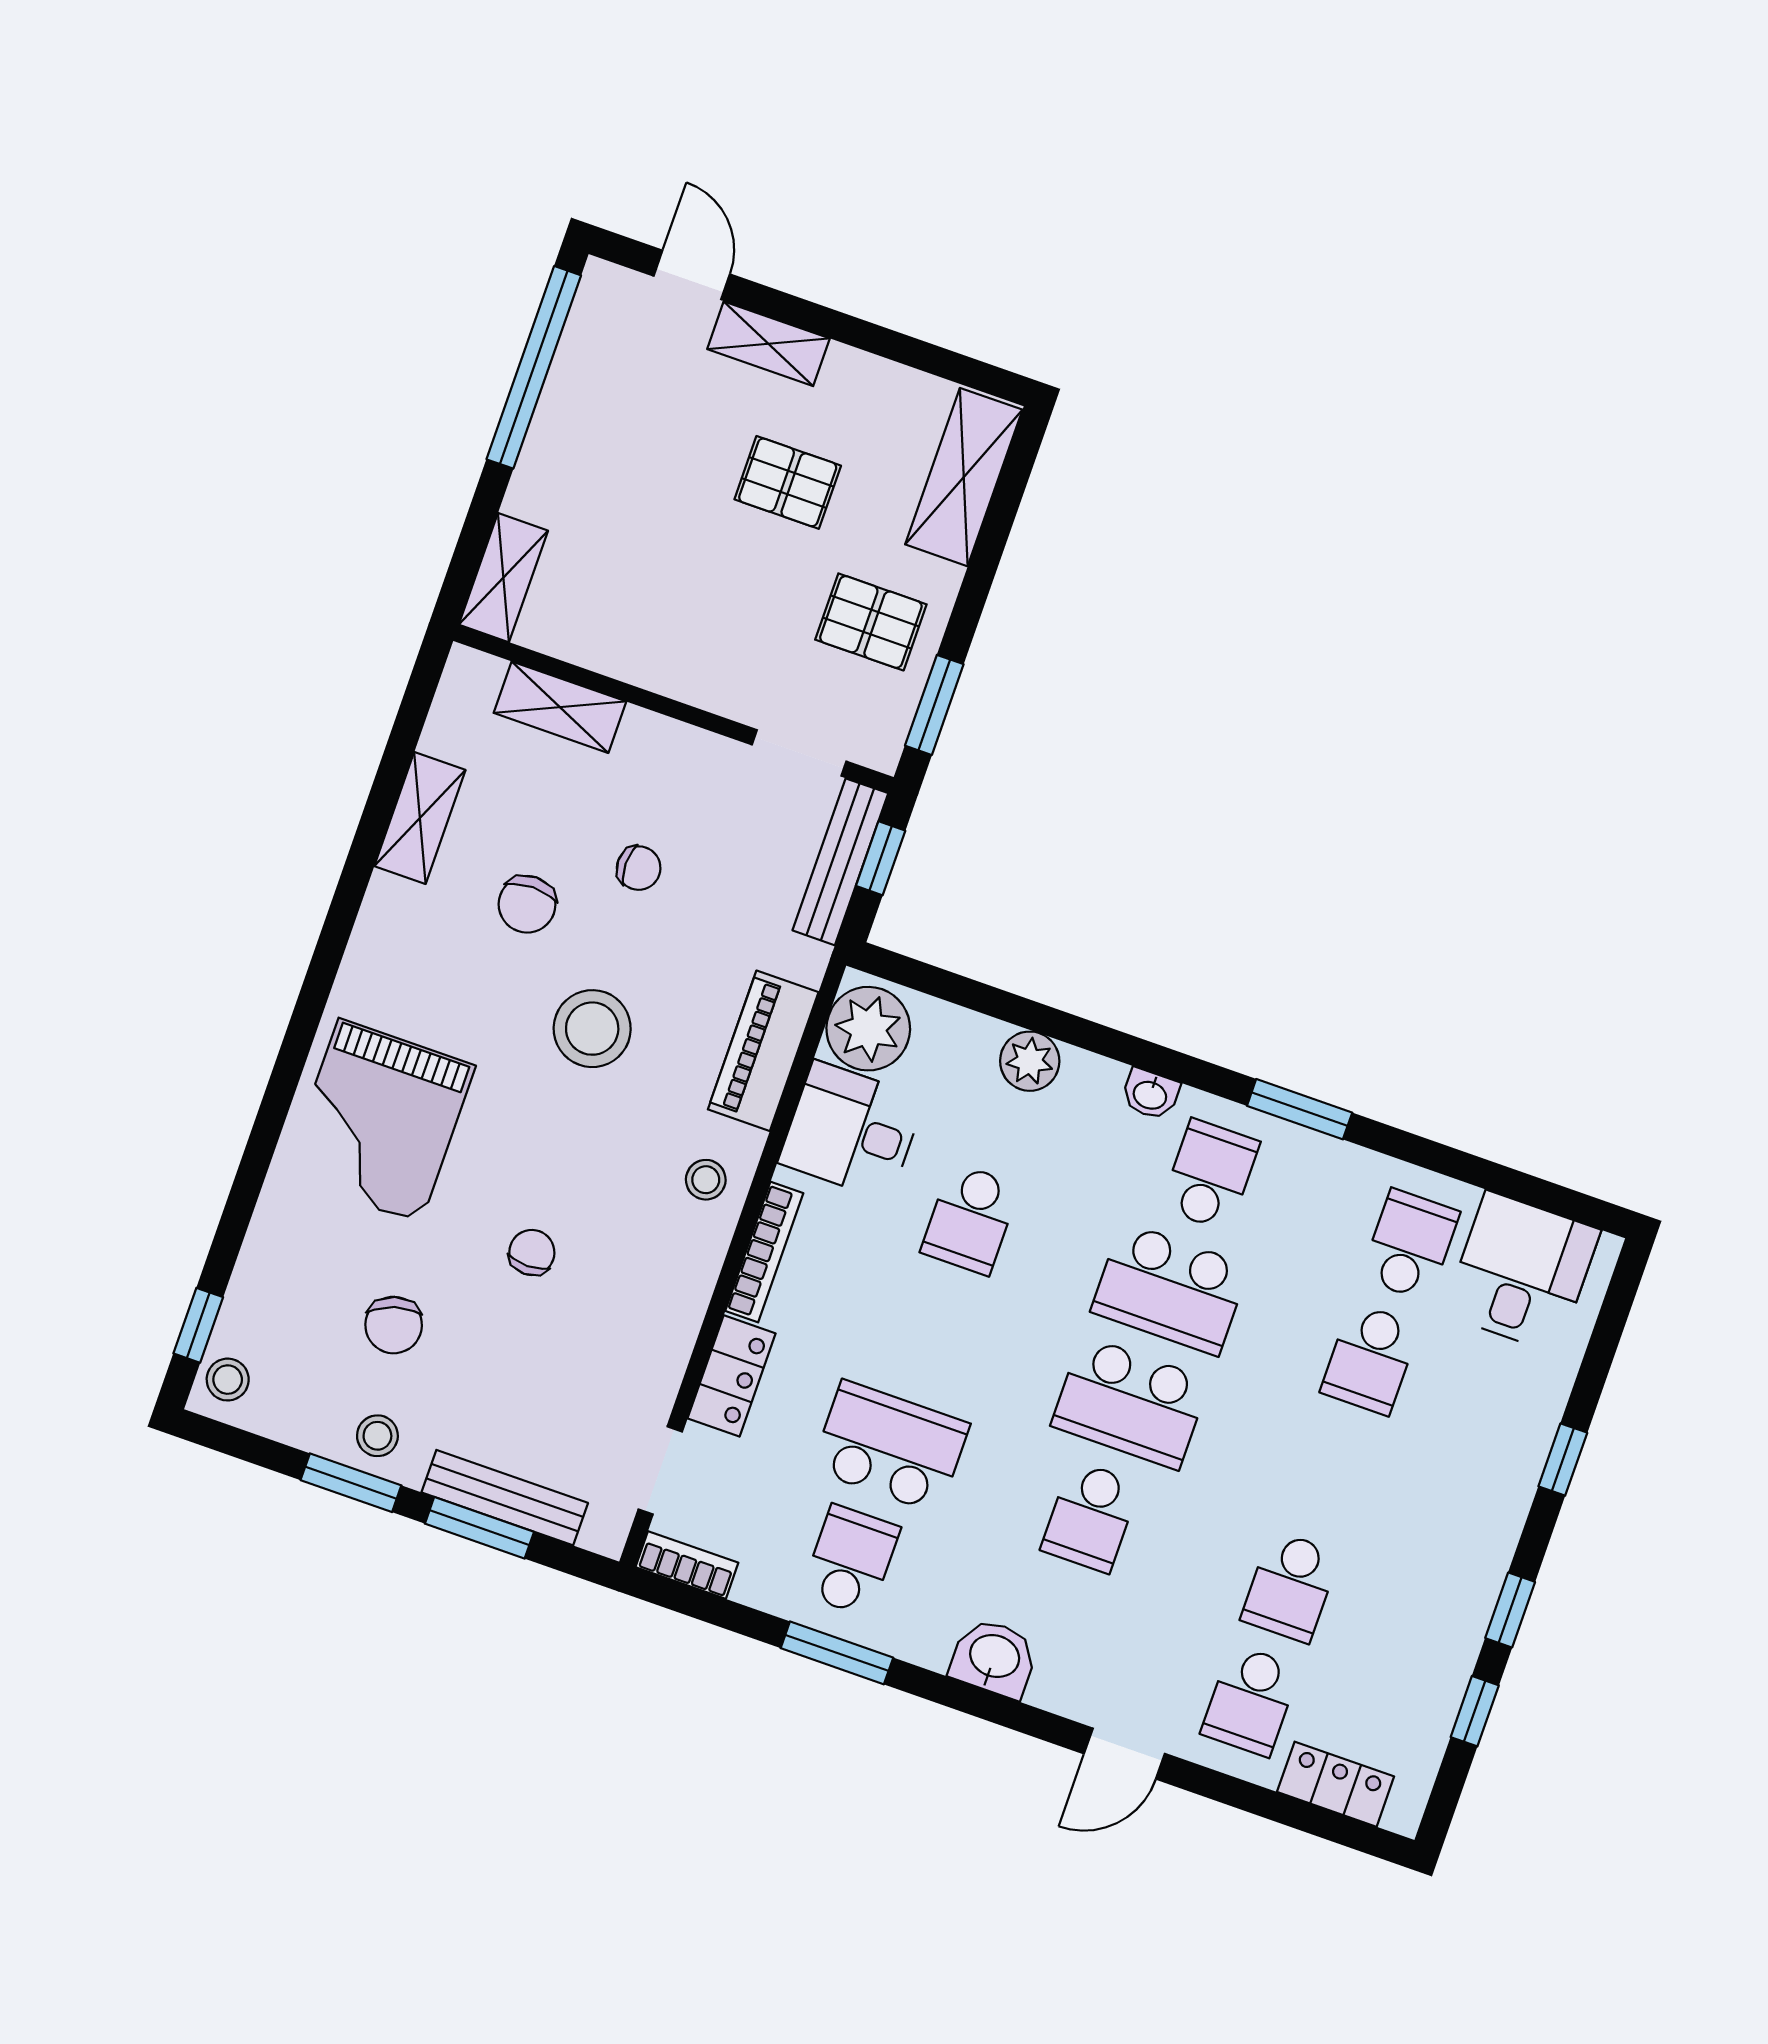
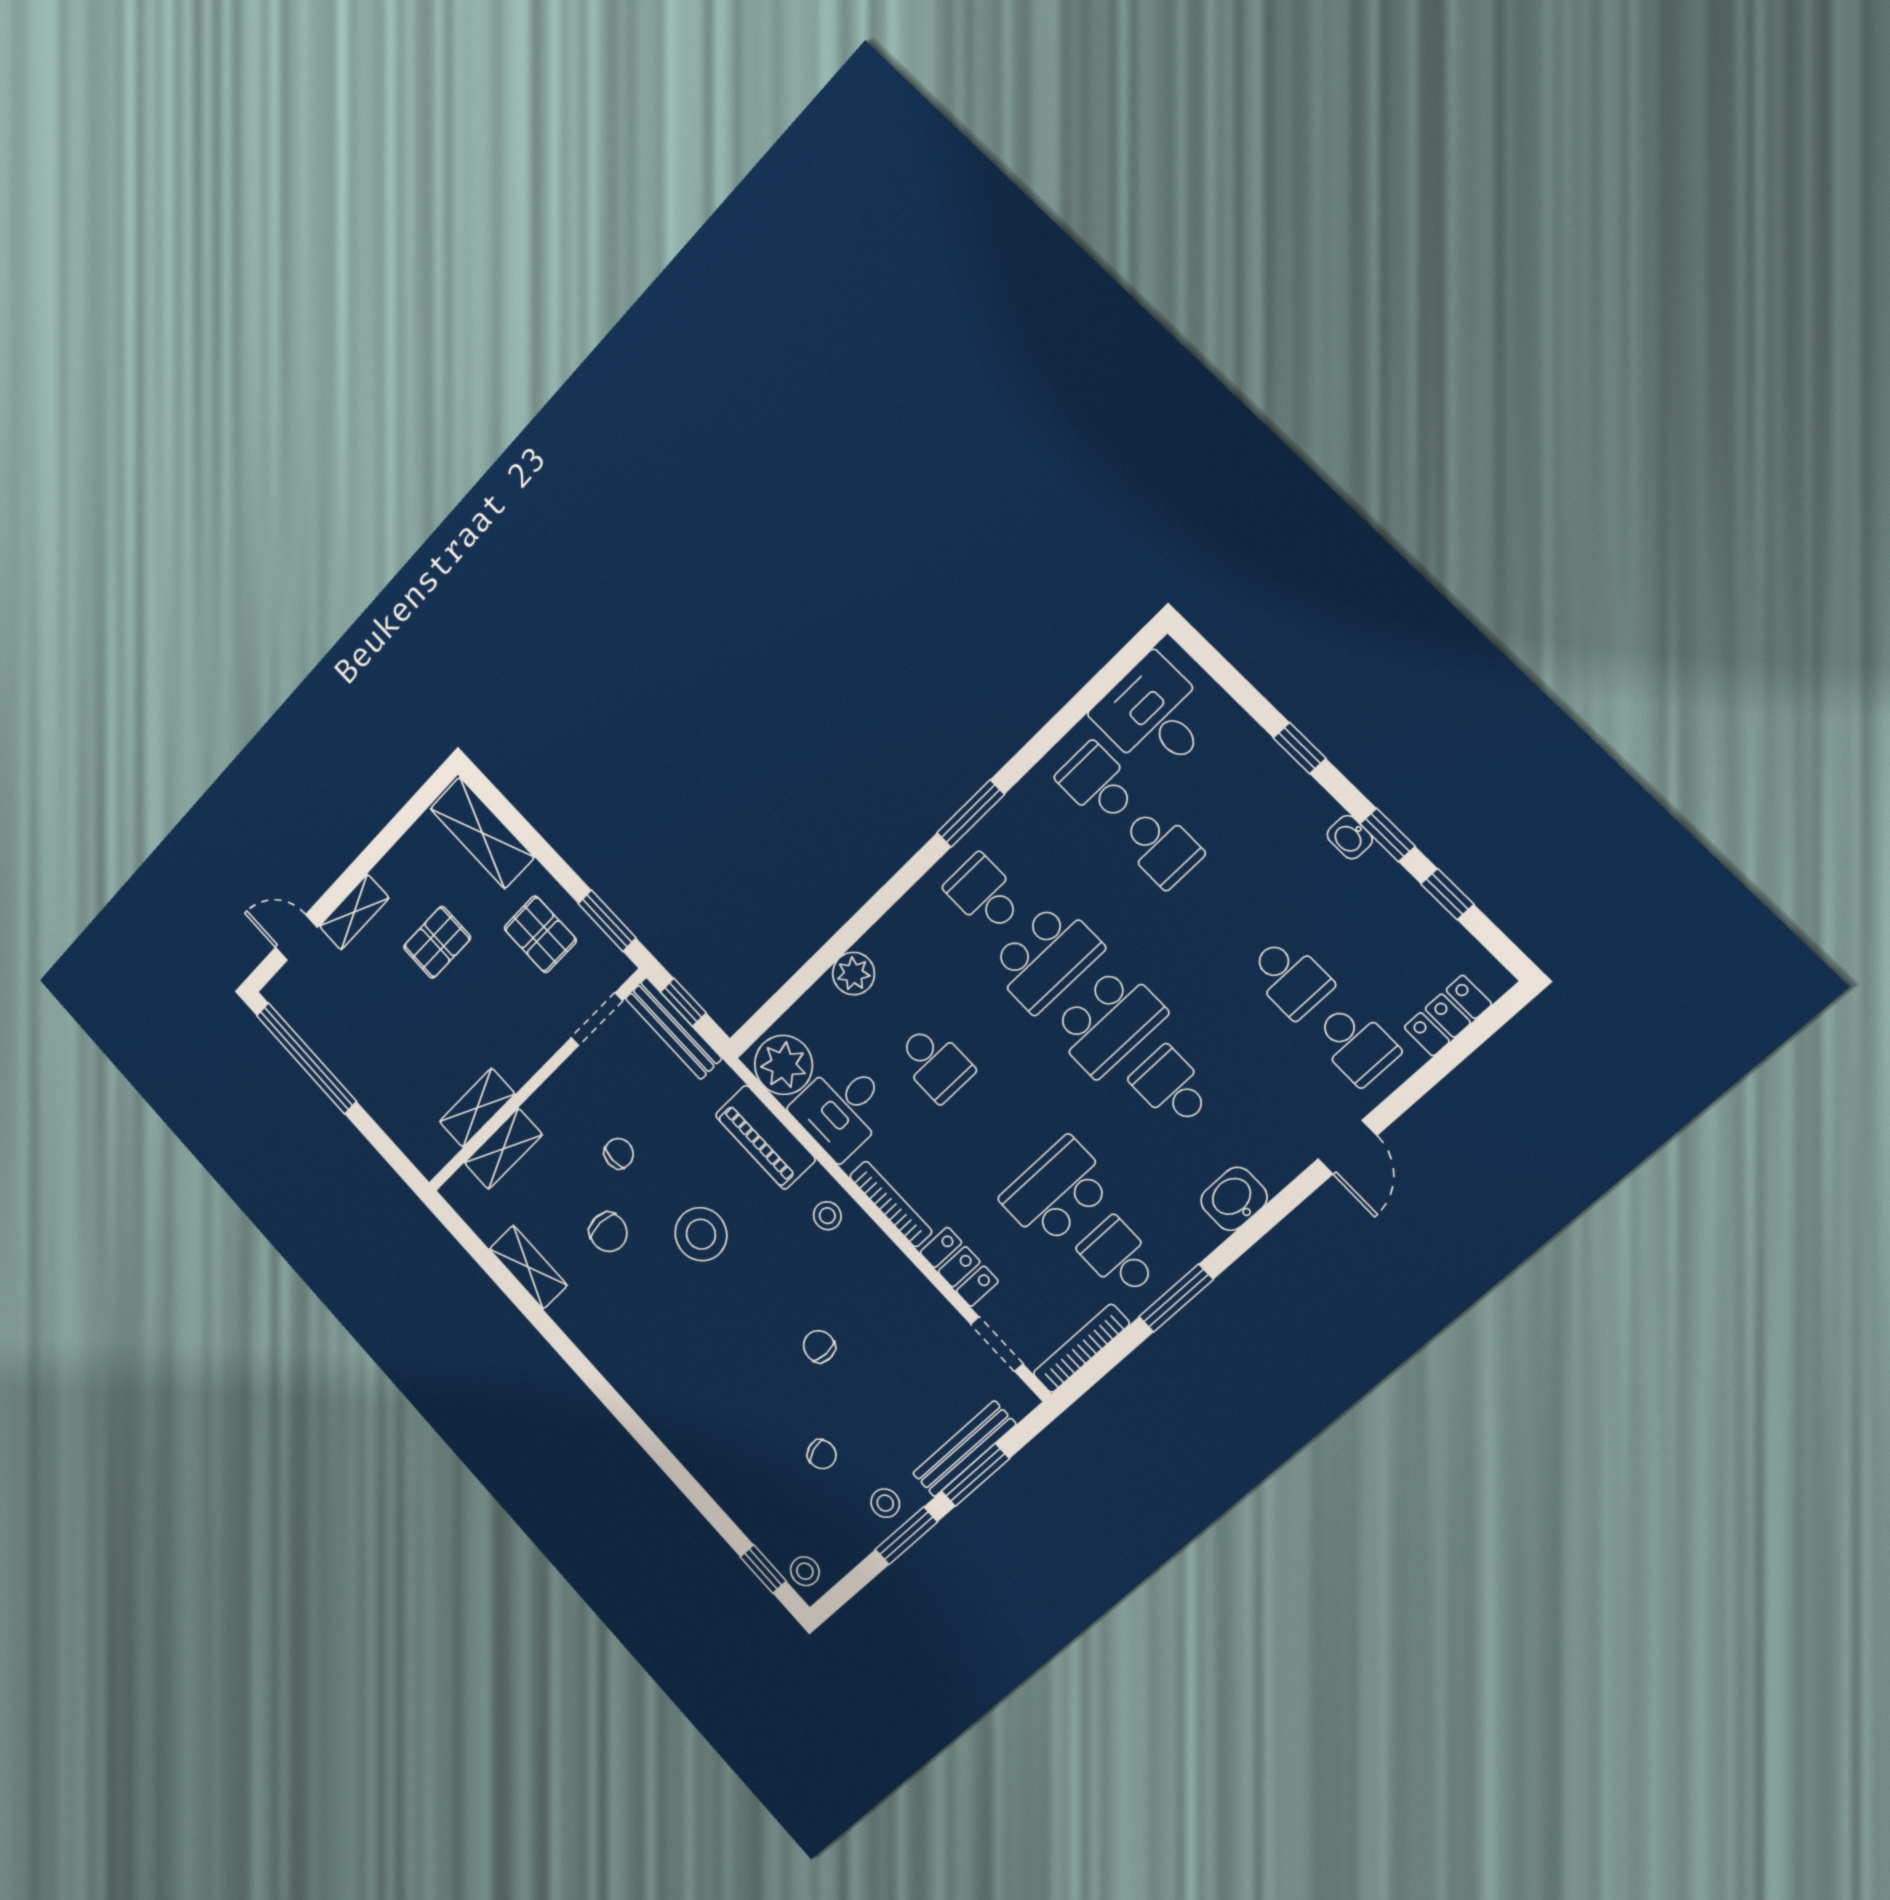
shelving: (503, 578) -> (477, 1108), moved, turned 90
pallet: (871, 622) -> (540, 934), turned 90
washbasin: (1150, 1094) -> (1350, 837), moved, turned 90
grand piano: (380, 1121) -> (694, 1392), removed
chair: (394, 1325) -> (822, 1454), width x0.73, depth x0.73
school desk: (1090, 1517) -> (1171, 1087), turned 180
bookcase: (687, 1565) -> (1081, 1348), width x1.56

